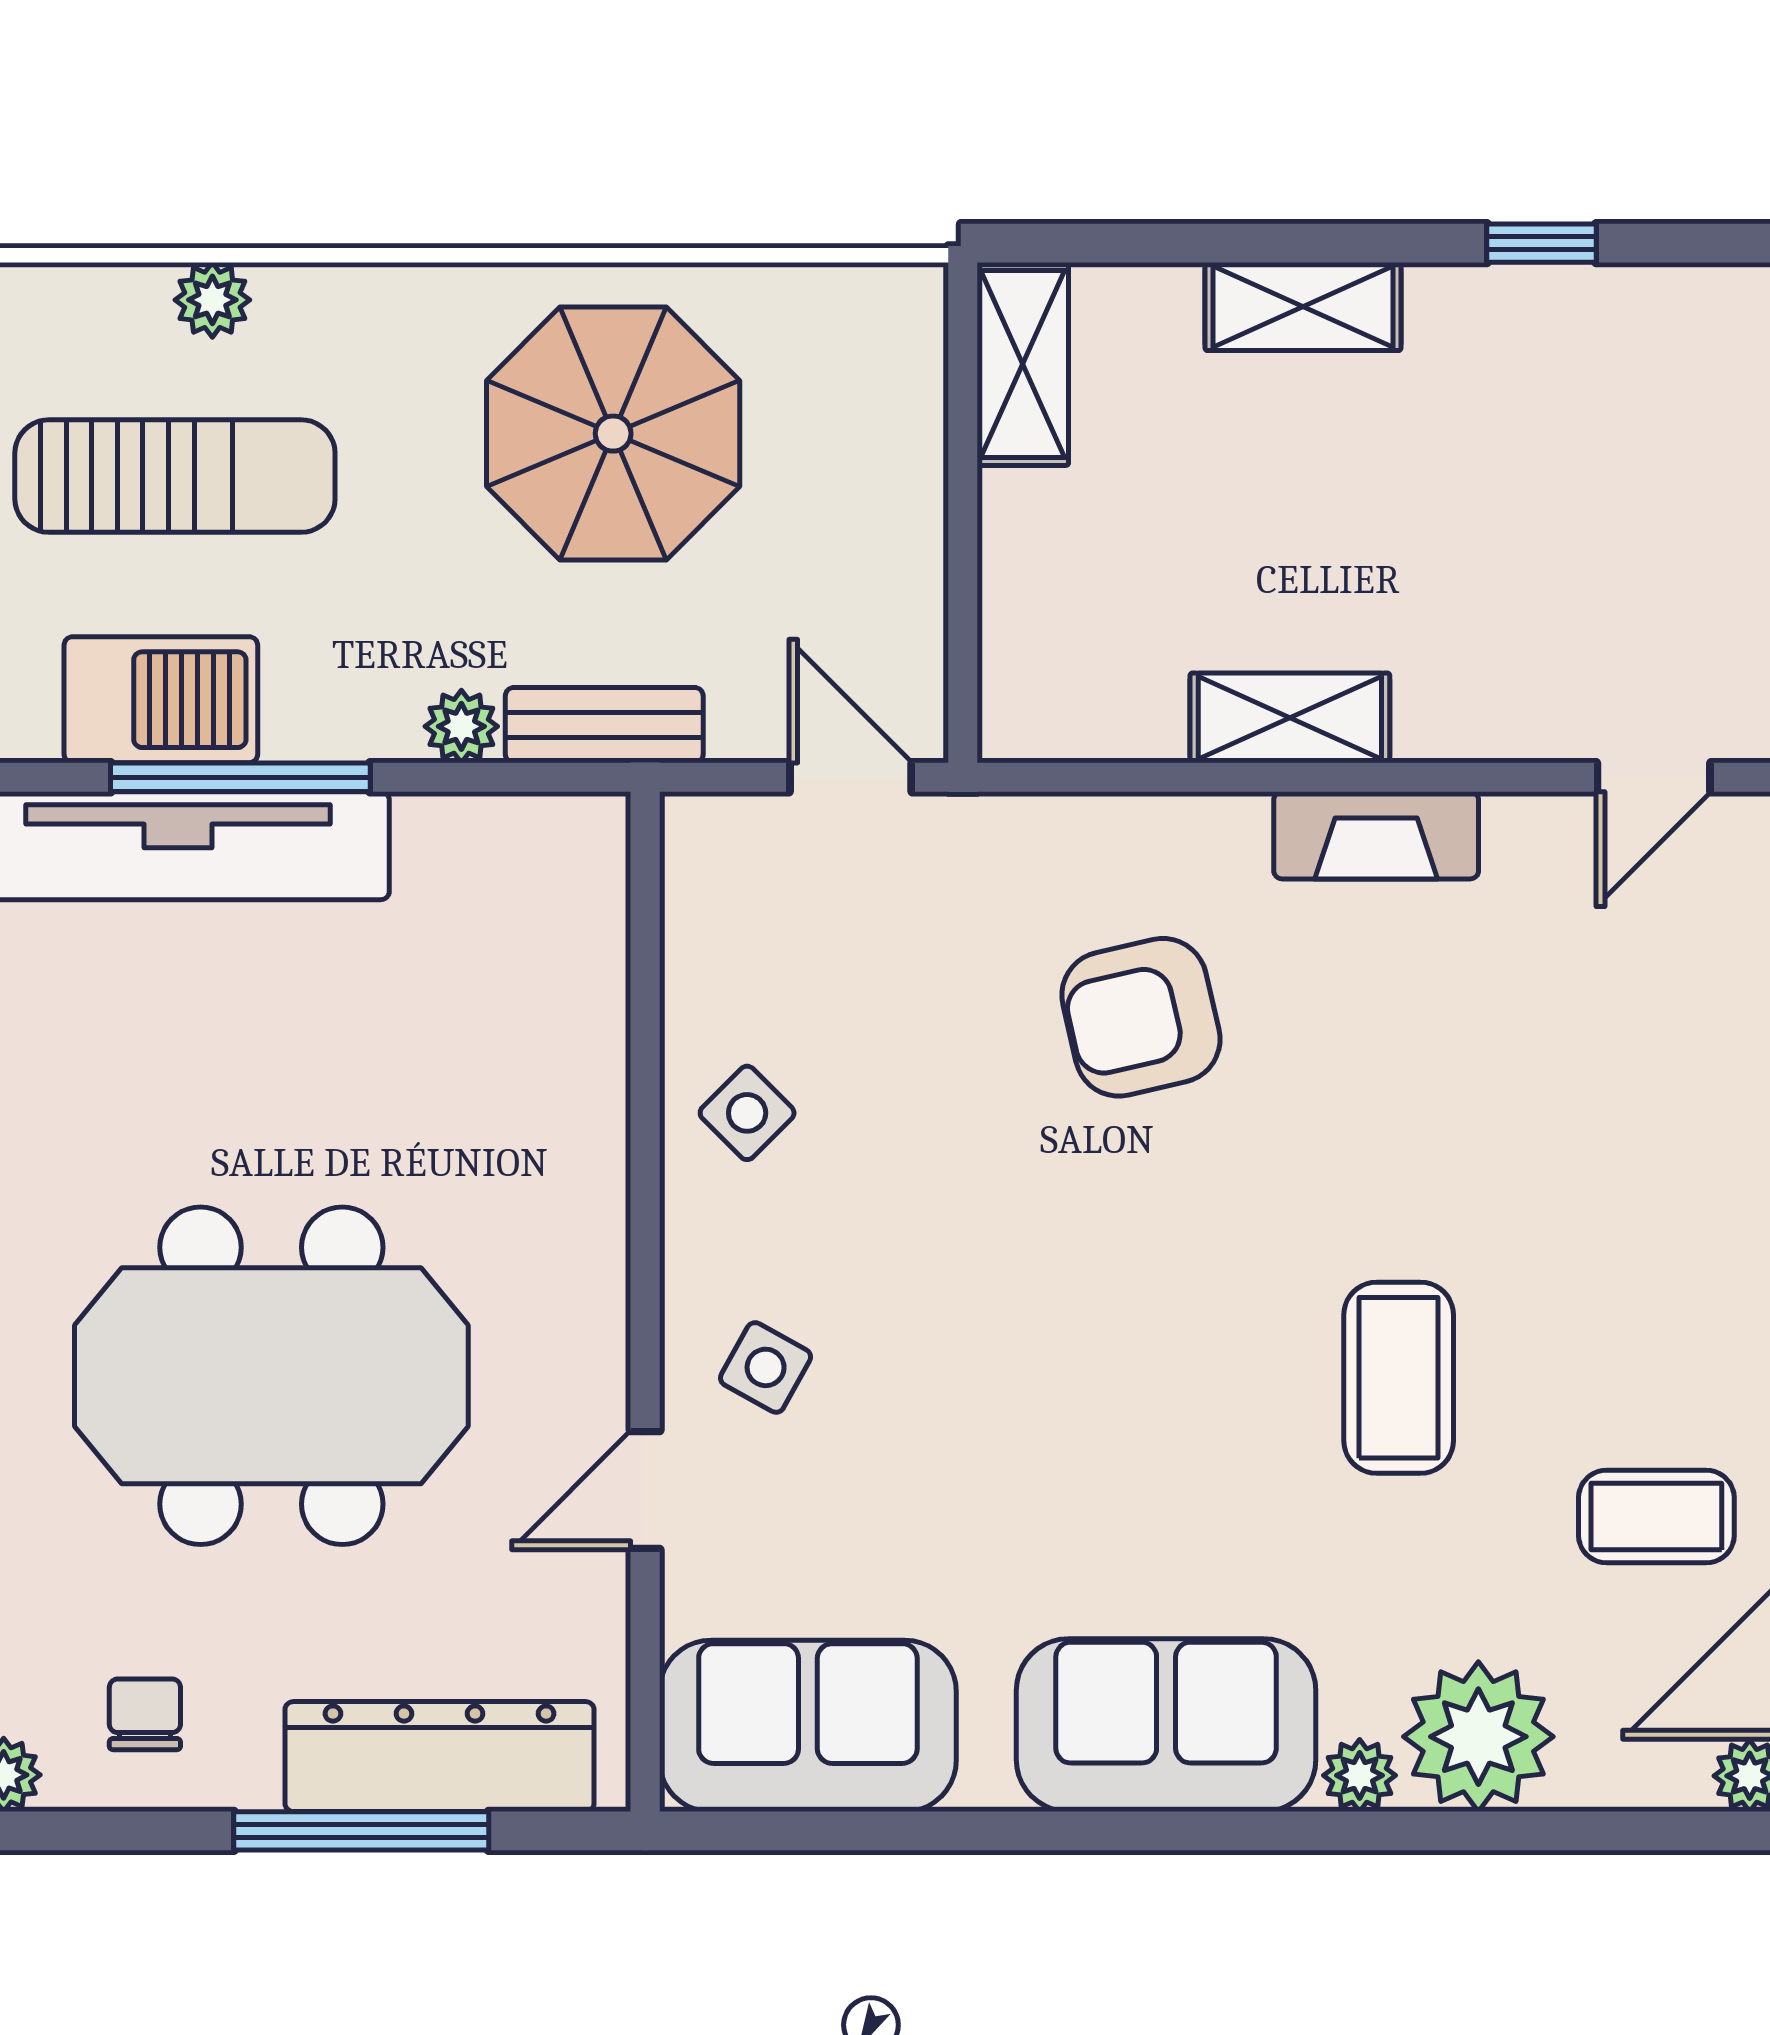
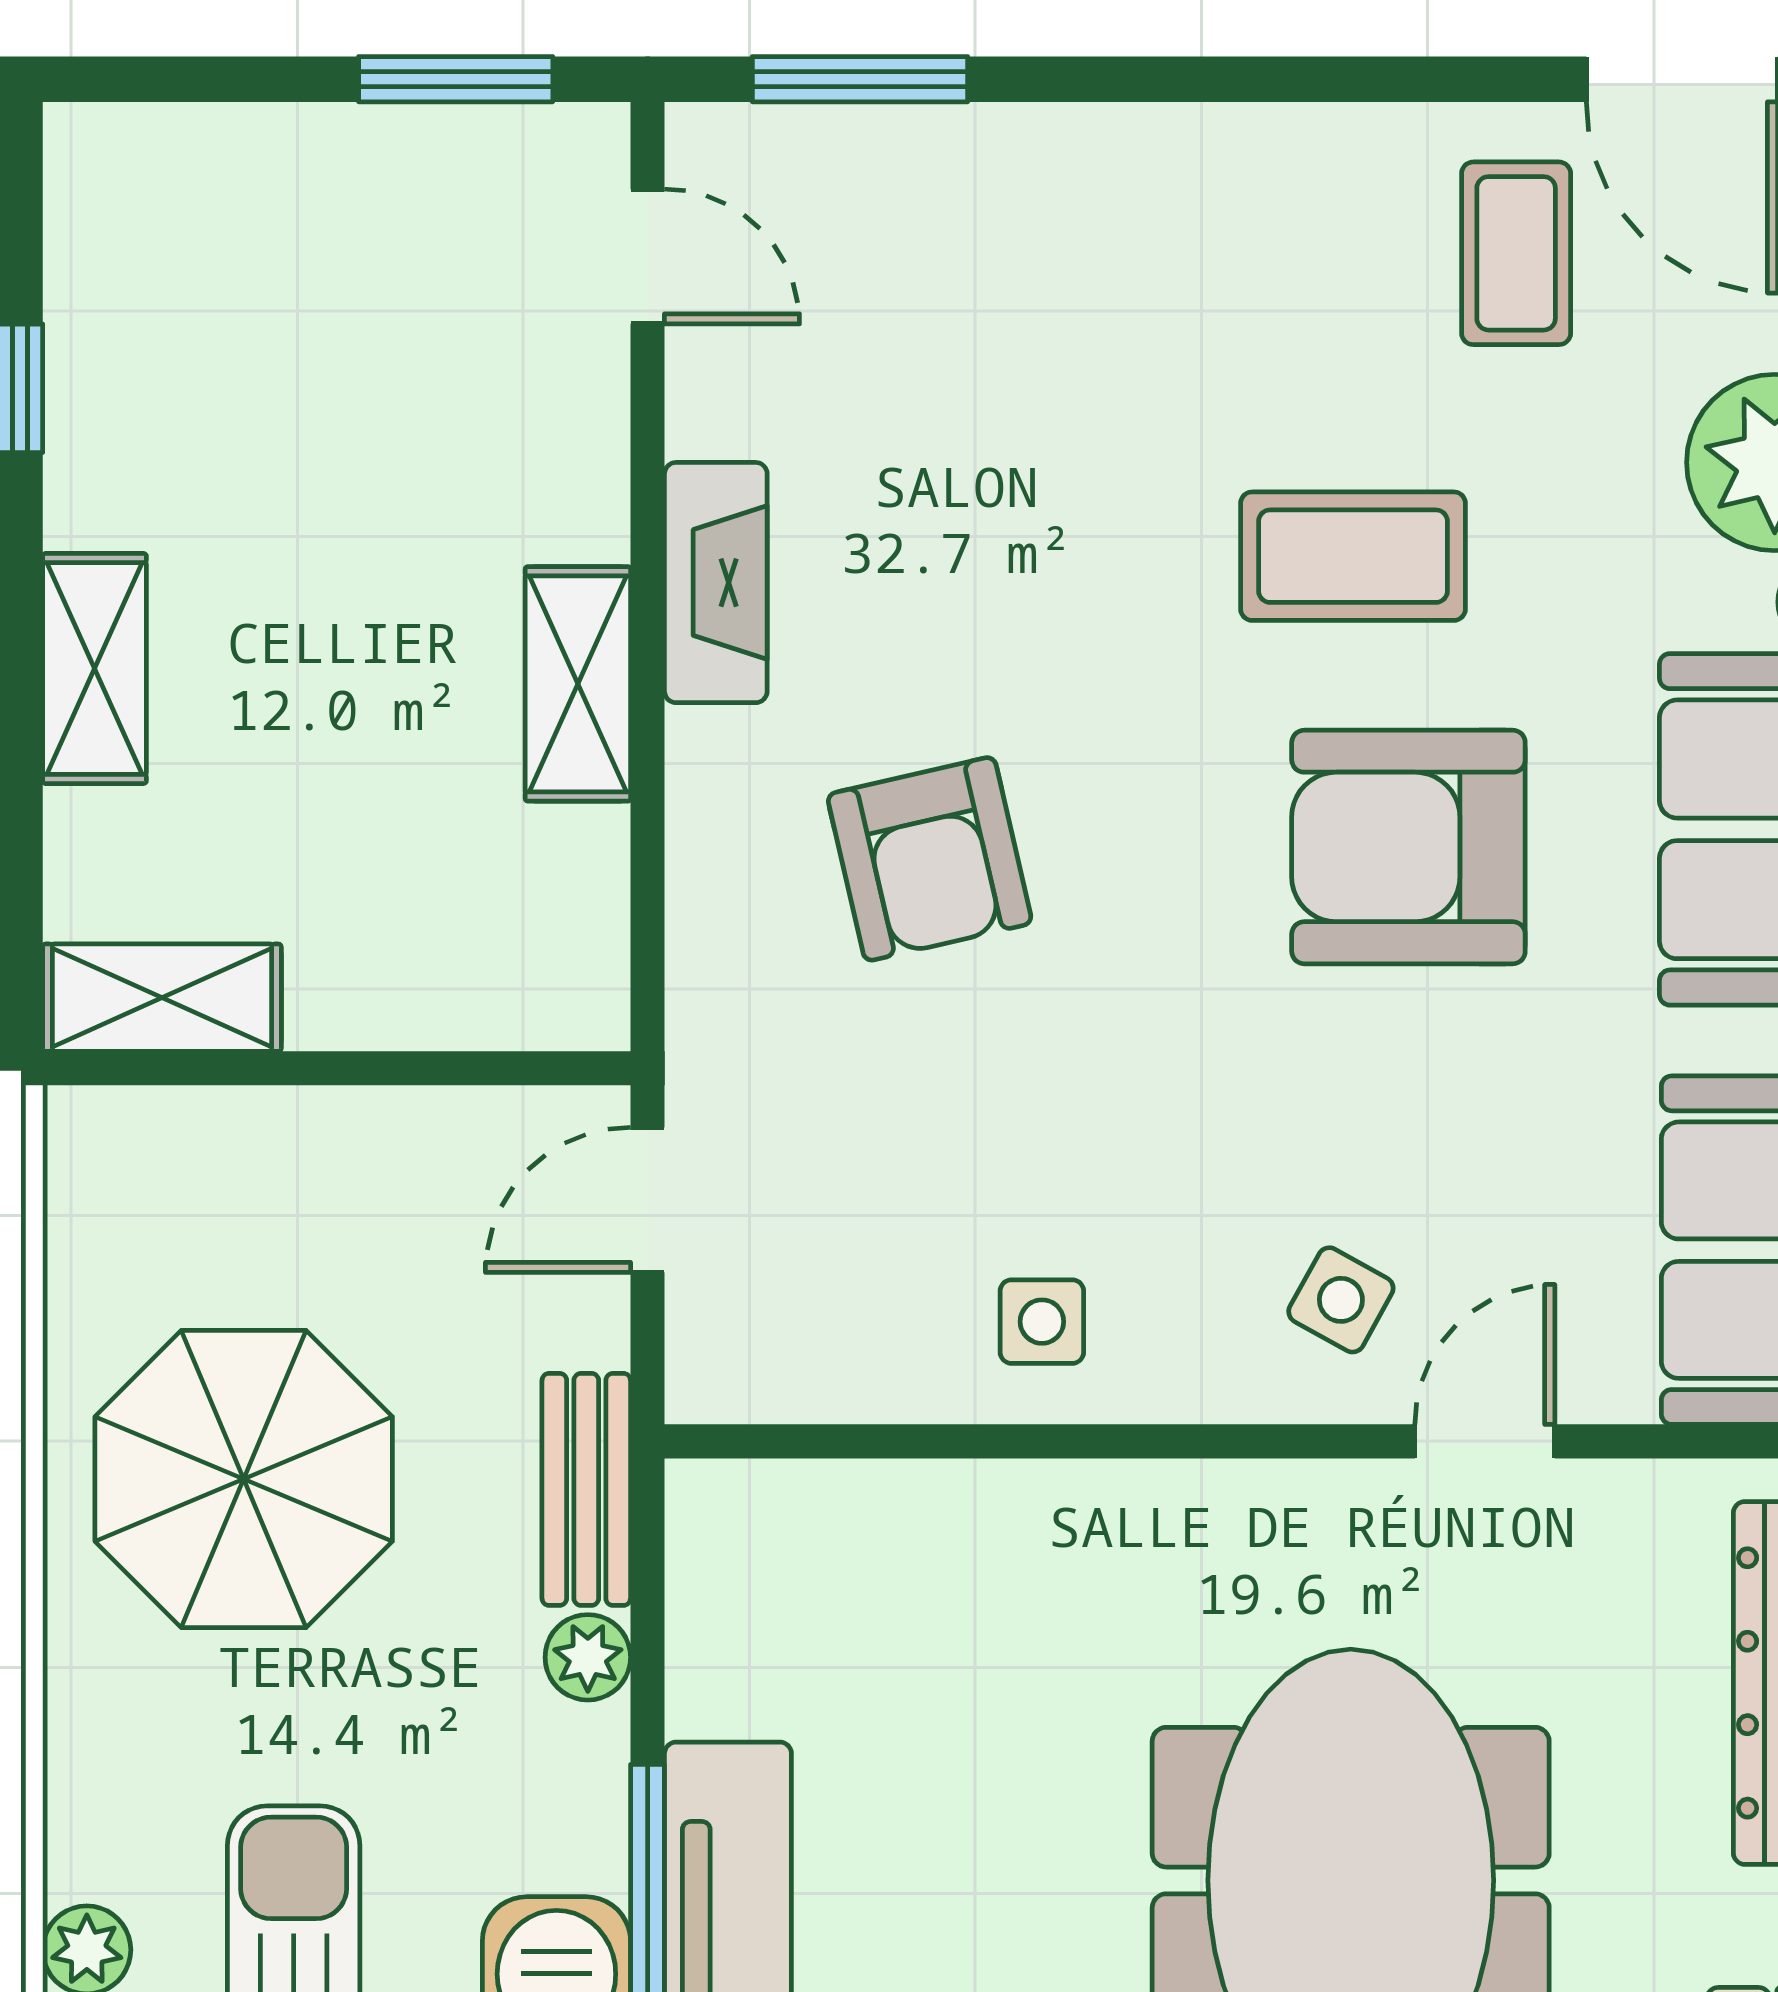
side table: (747, 1113) -> (1042, 1322), turned 45
armchair: (1151, 1425) -> (1408, 847), added
door: (645, 1490) -> (1485, 1441), swing flipped

